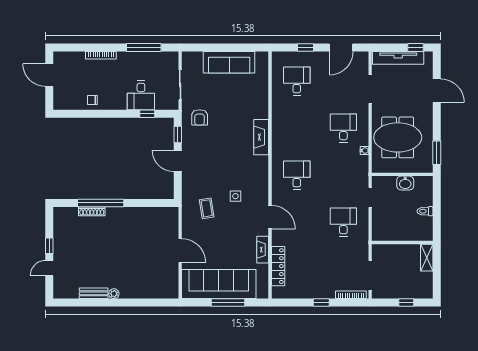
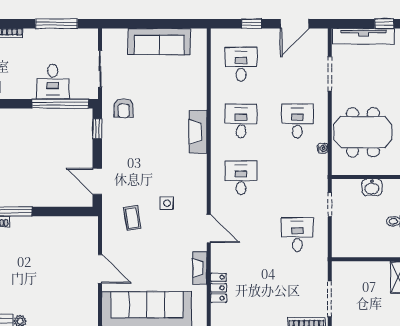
window: (147, 114) -> (60, 104), width x3.17
desk: (297, 128) -> (241, 121), added
door: (178, 161) -> (97, 181), moved
locker: (278, 266) -> (218, 288), width x0.66

